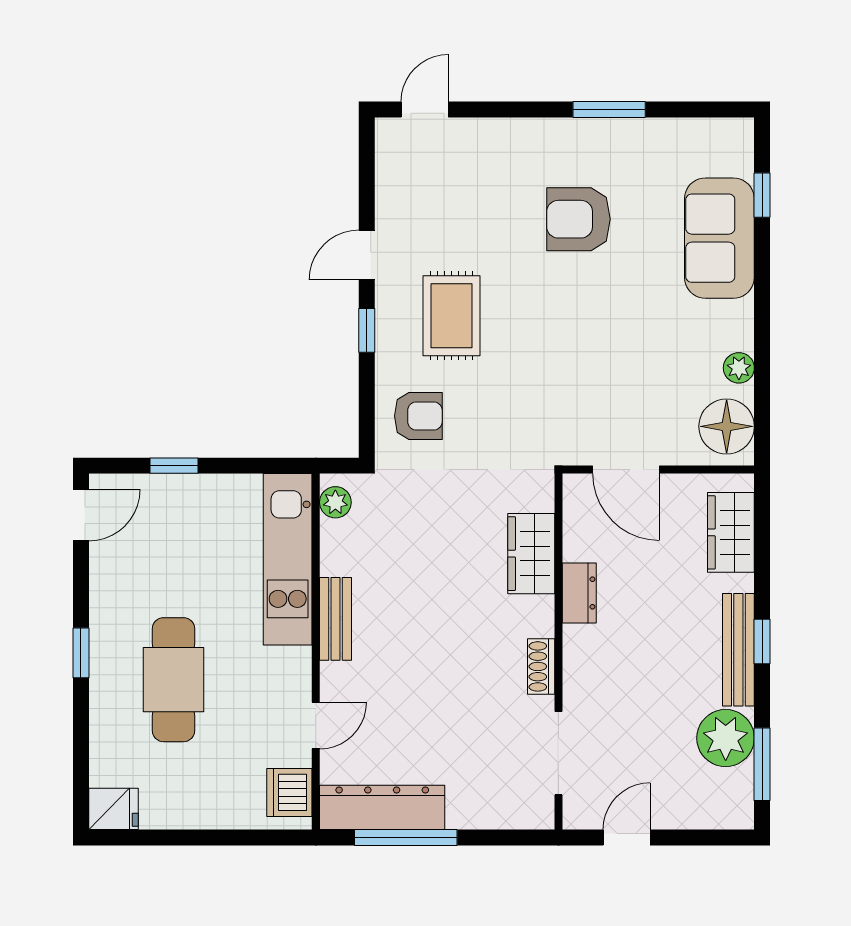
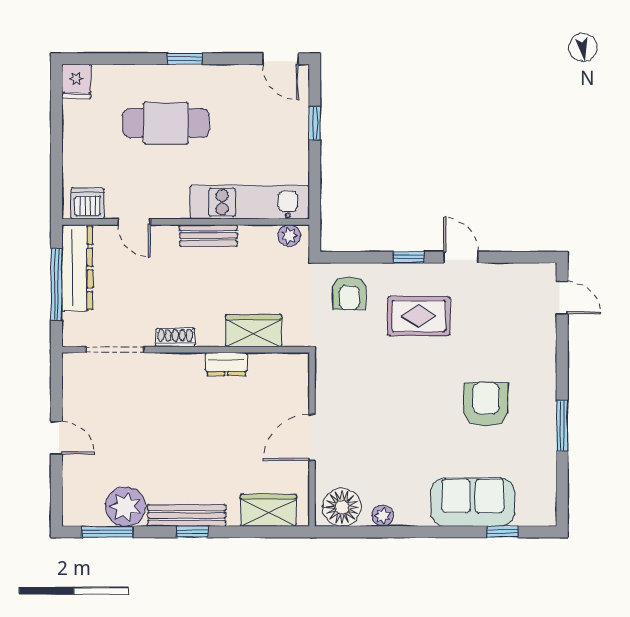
wardrobe: (531, 554) -> (254, 331), moved
dresser: (579, 593) -> (226, 364), moved
wall: (558, 652) -> (186, 350), moved
shoe rack: (541, 666) -> (175, 338), moved
doorway: (558, 753) -> (115, 350), moved

